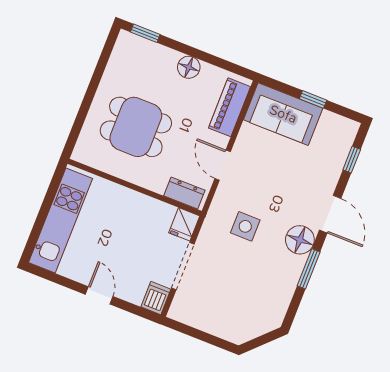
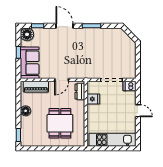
door: (330, 214) -> (65, 26), hinge flipped
fridge: (184, 224) -> (93, 99), moved
side table: (245, 226) -> (84, 60), removed
floor lamp: (300, 240) -> (27, 34), moved
door: (99, 295) -> (138, 111), swing flipped

